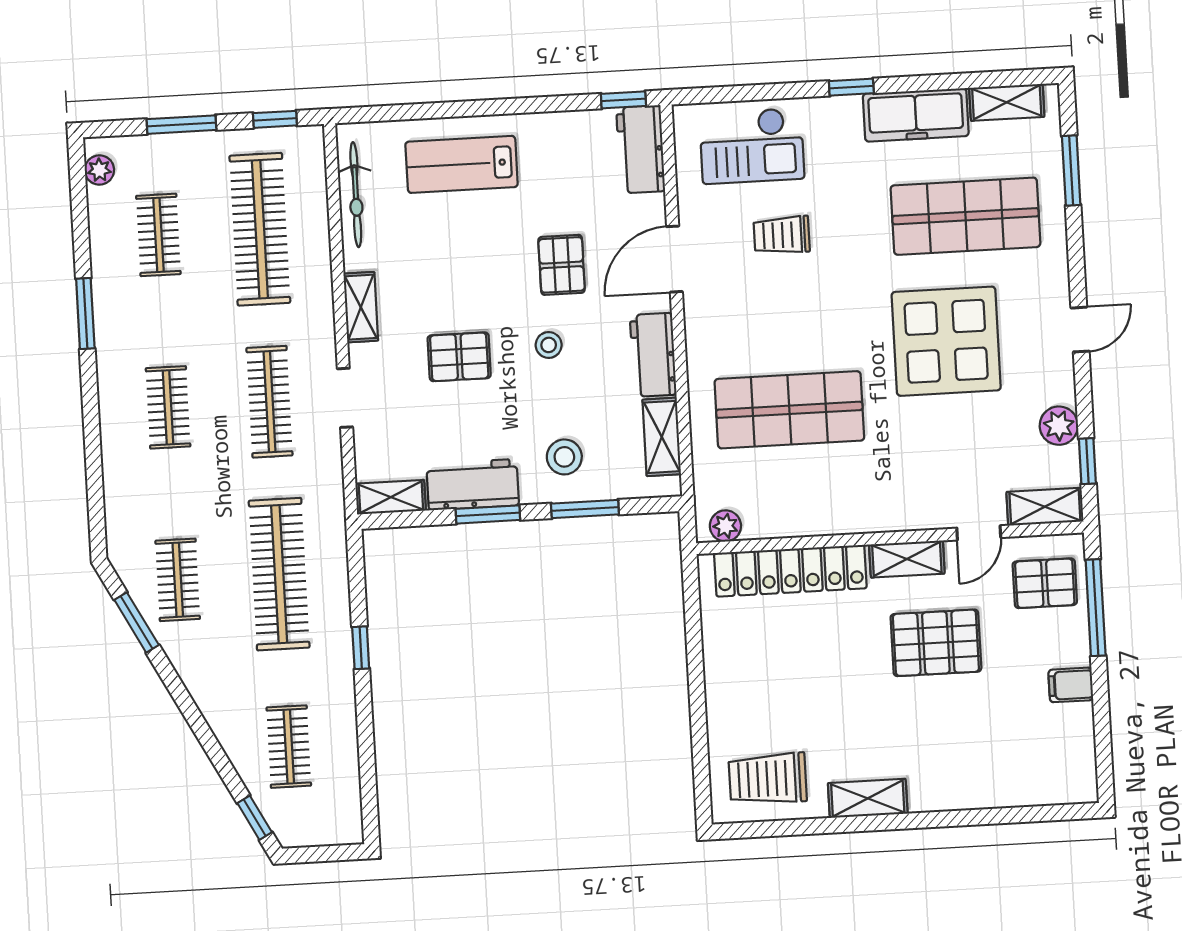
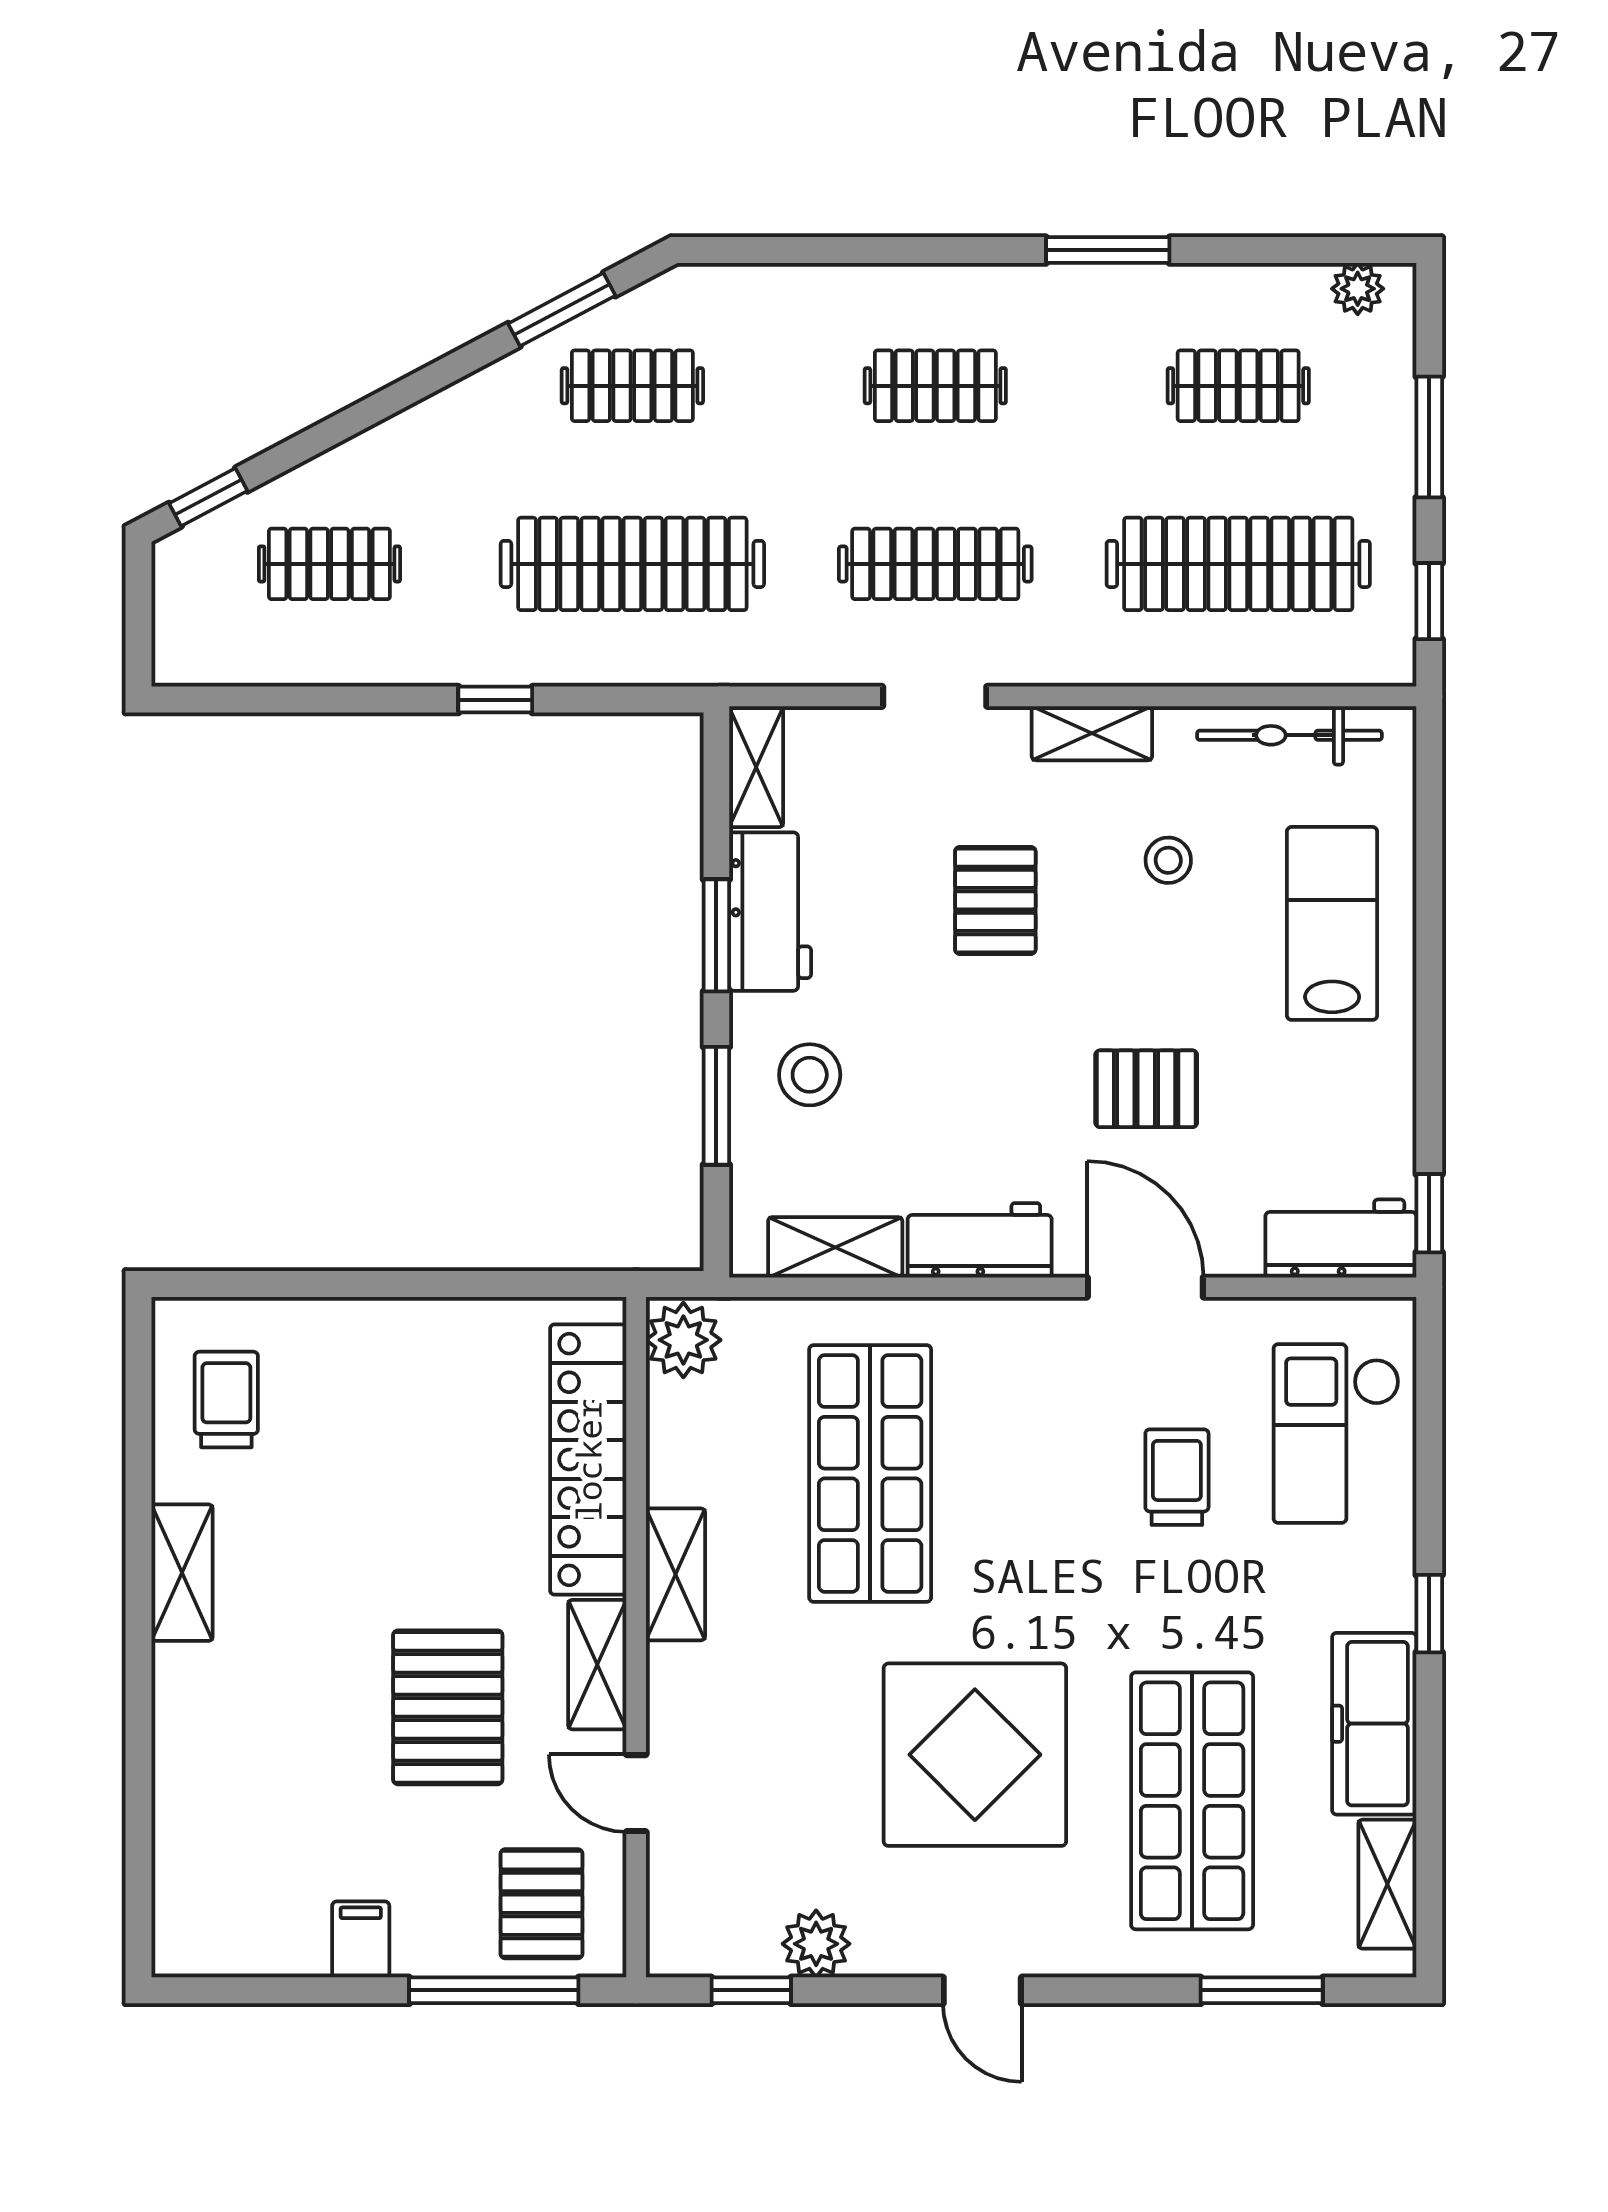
stool: (549, 345) -> (1168, 860), moved
shelving: (1045, 507) -> (675, 1574), moved
plant: (725, 526) -> (683, 1340), width x1.38, depth x1.38
trolley: (768, 779) -> (226, 1400), width x0.73, depth x0.72

